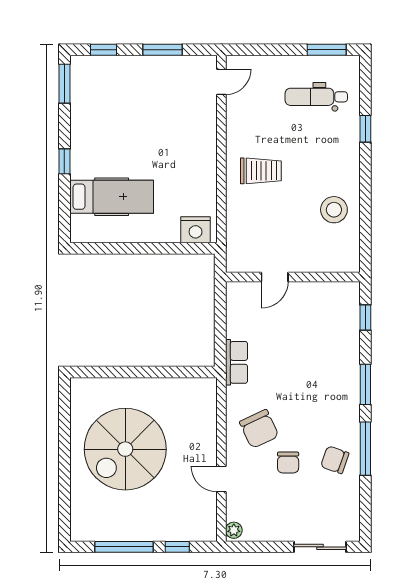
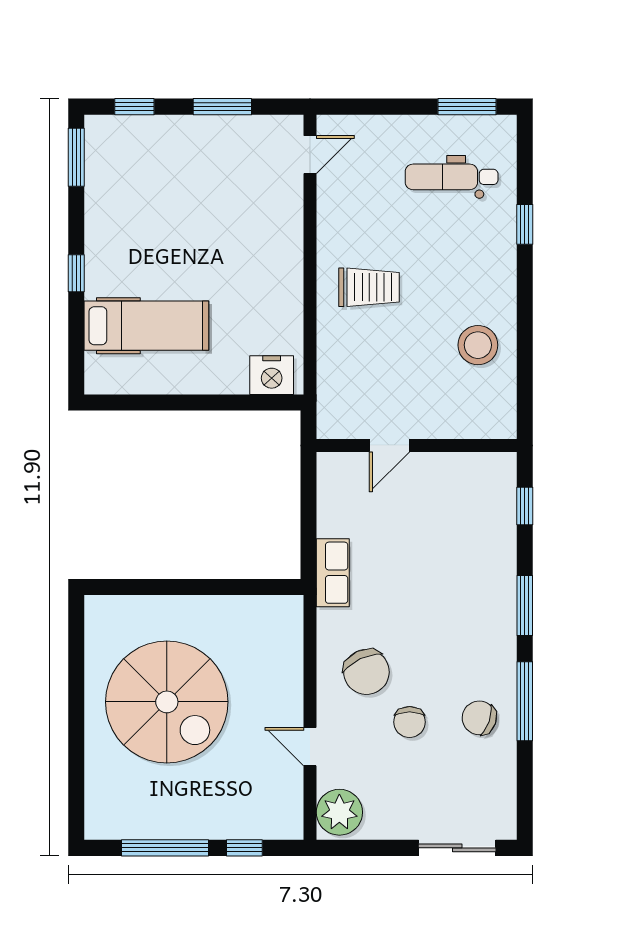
spiral stairs: (125, 449) -> (167, 702), turned -90
plant: (234, 530) -> (339, 812), width x1.88, depth x1.88

